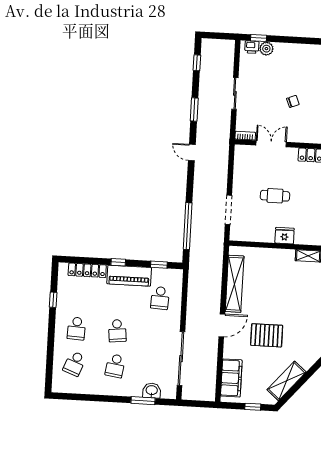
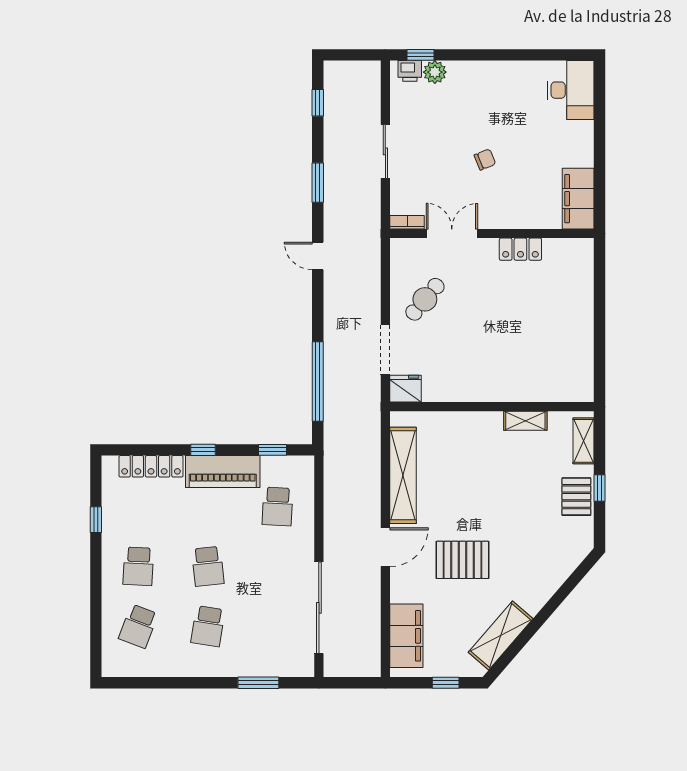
cafe table: (275, 196) -> (425, 299), moved, turned -50
fridge: (285, 236) -> (406, 389), moved
washbasin: (152, 391) -> (272, 665), removed

